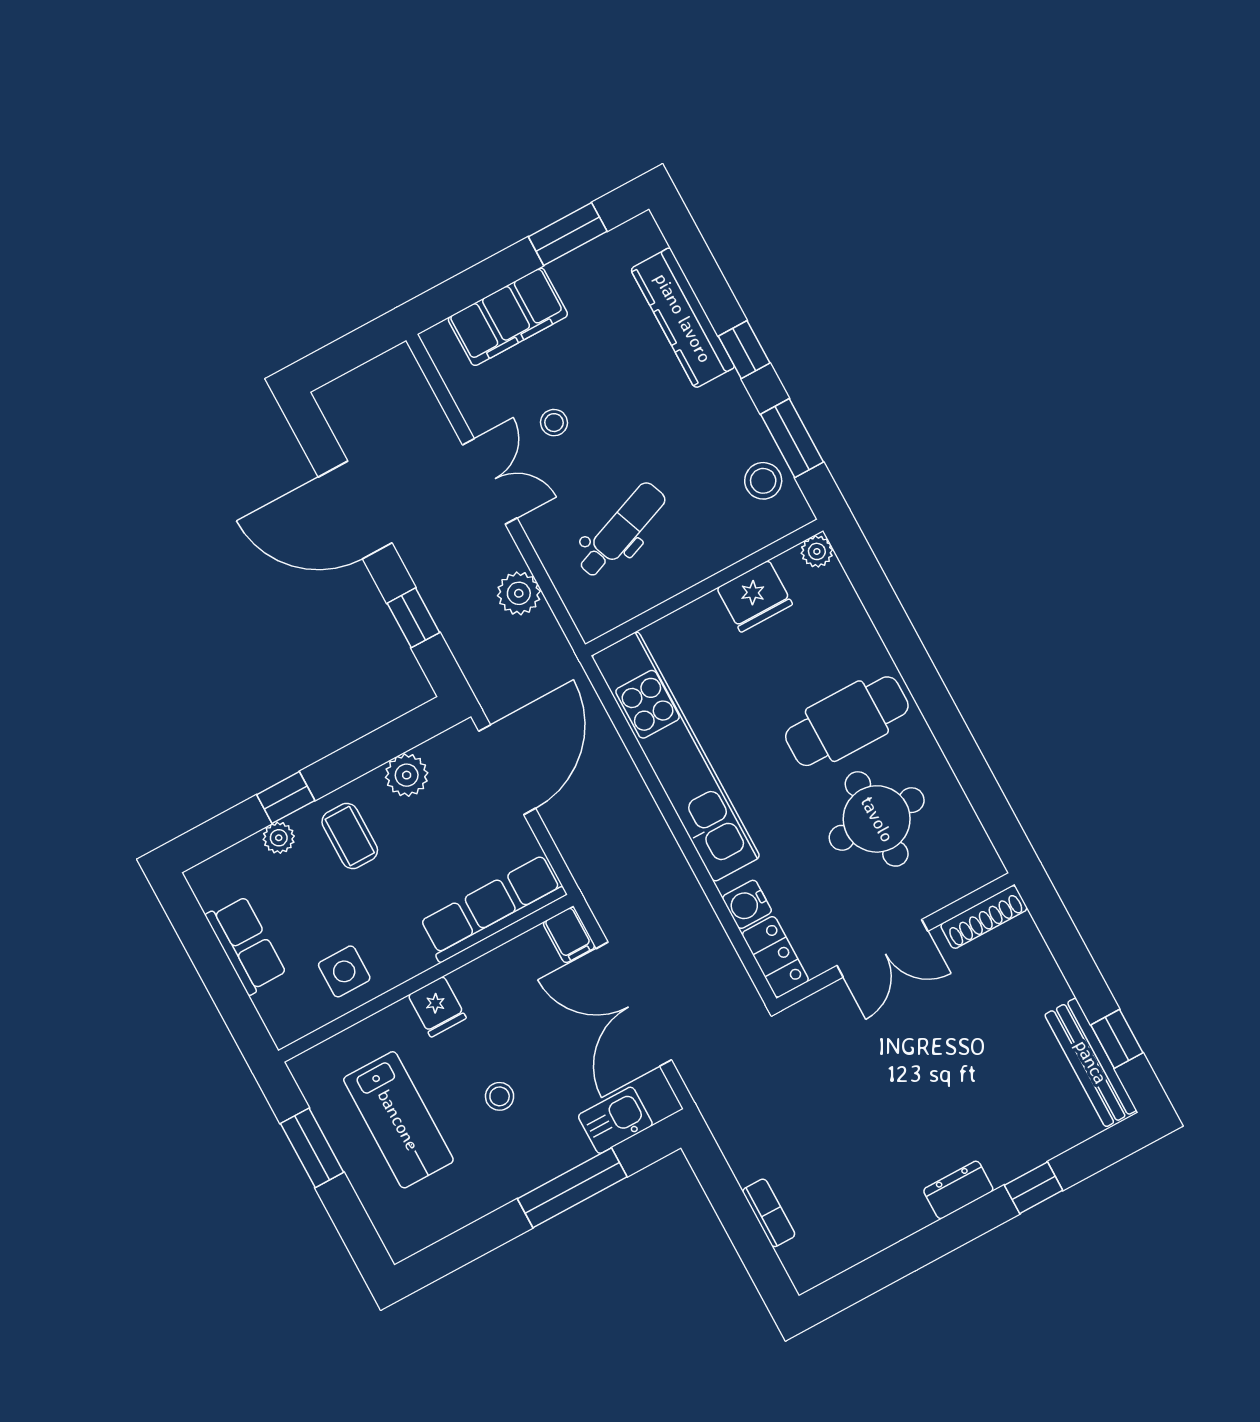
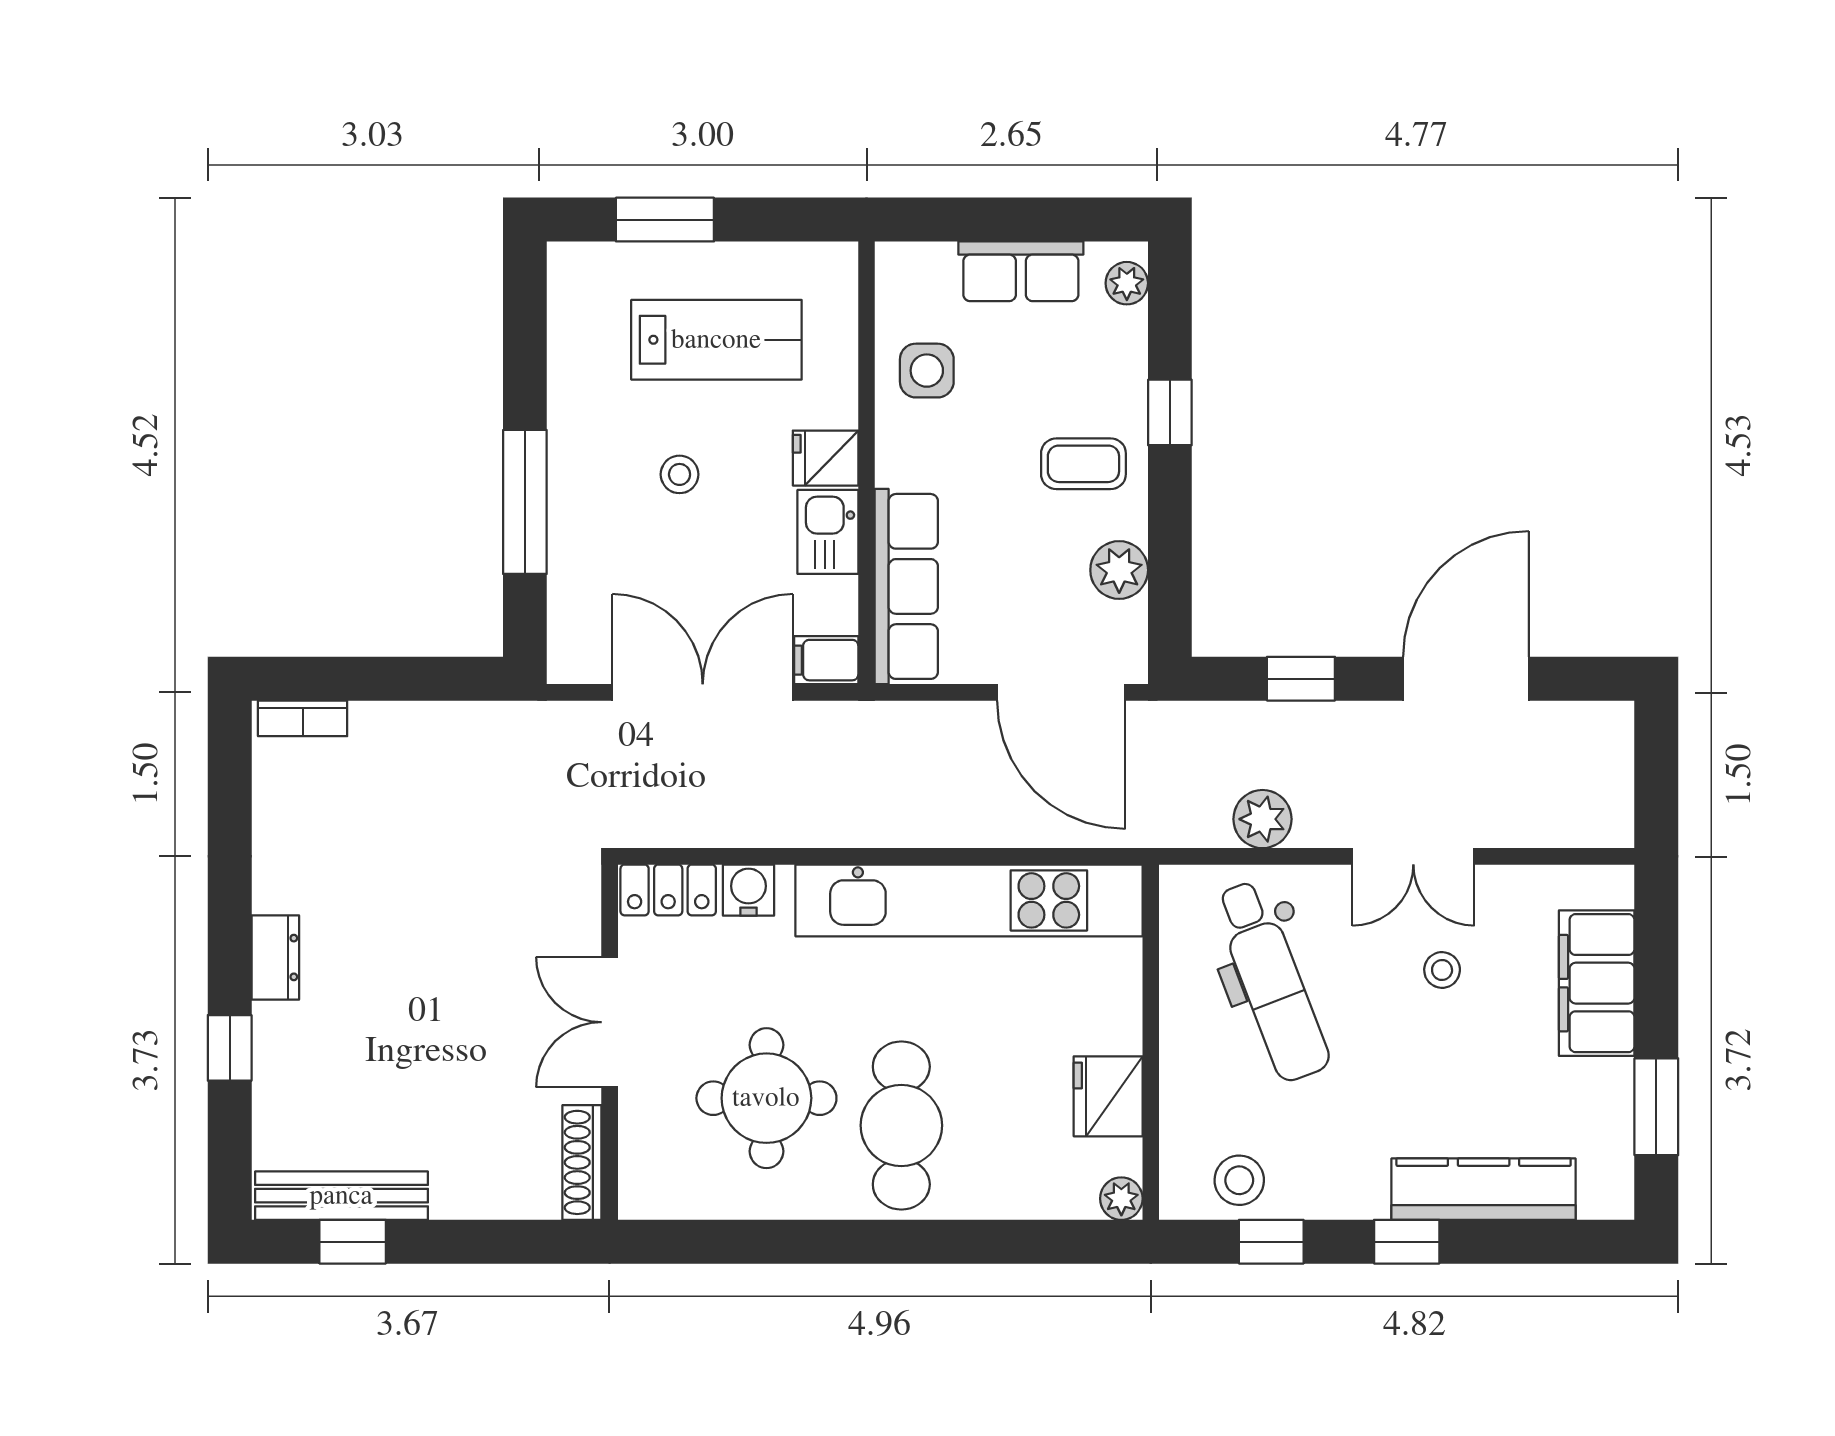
window: (792, 438) -> (1271, 1242), width x0.67
dental chair: (622, 530) -> (1271, 981), width x1.36, depth x1.38
plant: (279, 838) -> (1127, 283), moved
lab bench: (398, 1120) -> (716, 340), turned 180
kitchen sink: (615, 1120) -> (828, 532), moved, turned 180
window: (312, 1148) -> (665, 220), moved
bookcase: (769, 1213) -> (303, 718), moved

